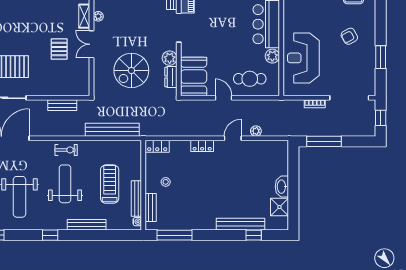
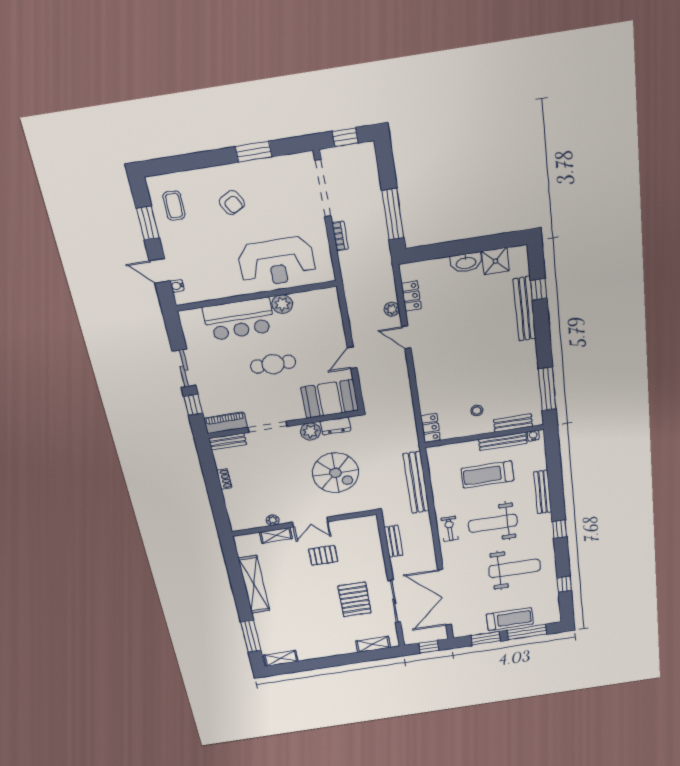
cafe table: (250, 79) -> (273, 364), moved, turned 90
locker: (202, 146) -> (411, 296), moved

